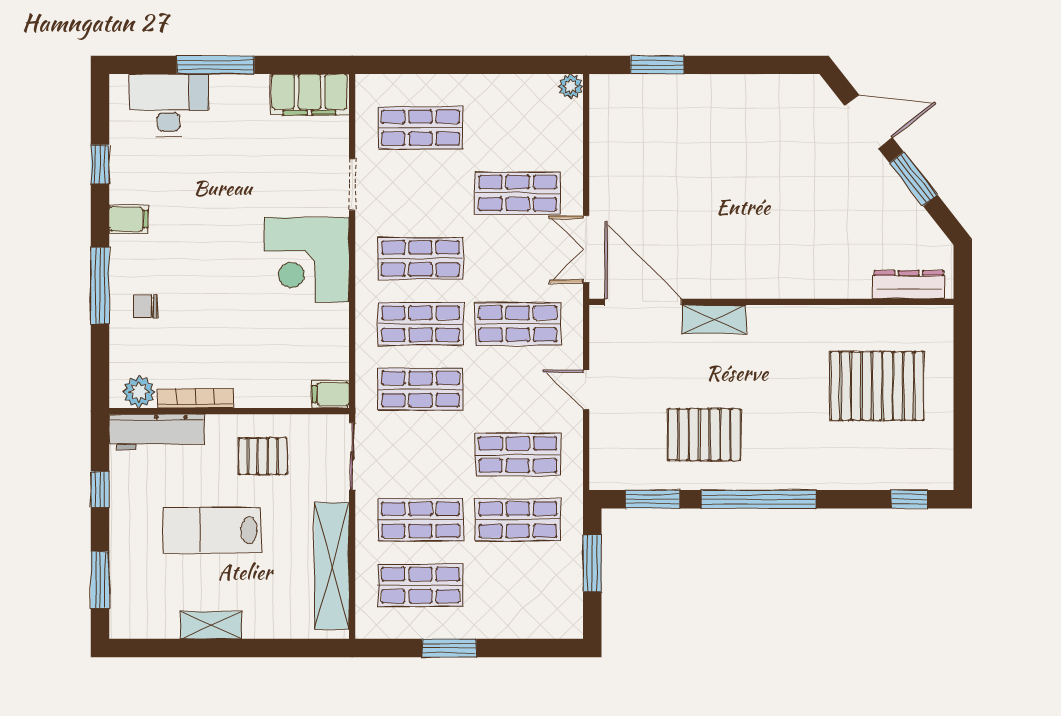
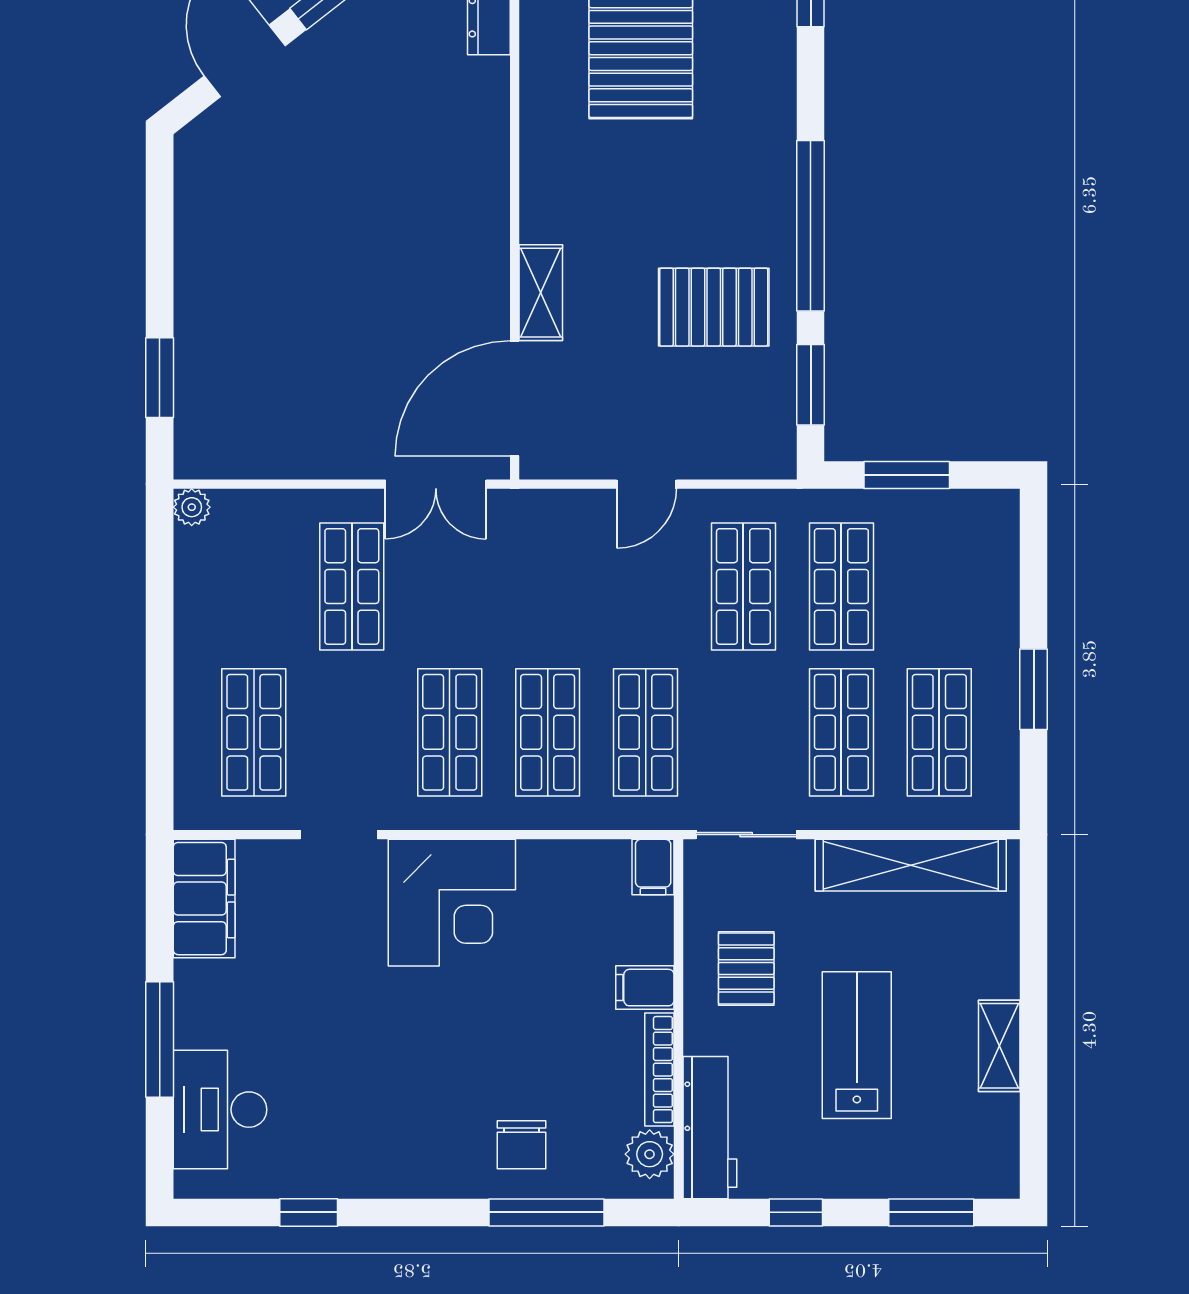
filing cabinet: (129, 219) -> (645, 988), moved, turned -90
window: (100, 286) -> (546, 1212), moved
chair: (145, 306) -> (521, 1145), width x1.37, depth x1.37
shop shelf: (518, 324) -> (548, 586), removed
pallet: (704, 435) -> (714, 307), turned 90
lab bench: (212, 530) -> (857, 1045), turned 180

